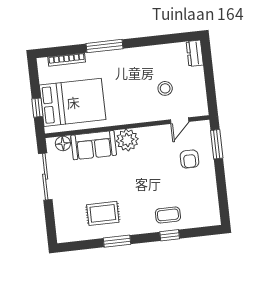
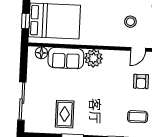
sliding door: (45, 177) -> (22, 101), moved
rug: (103, 213) -> (65, 114), turned 90
coffee table: (168, 215) -> (138, 117), moved

